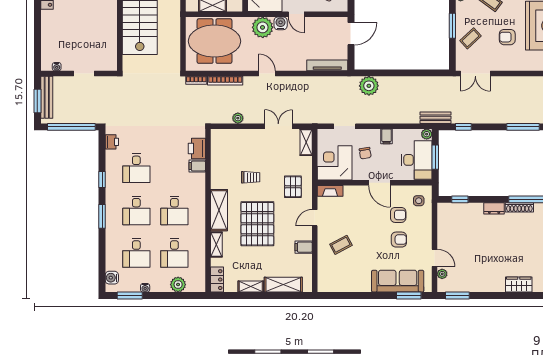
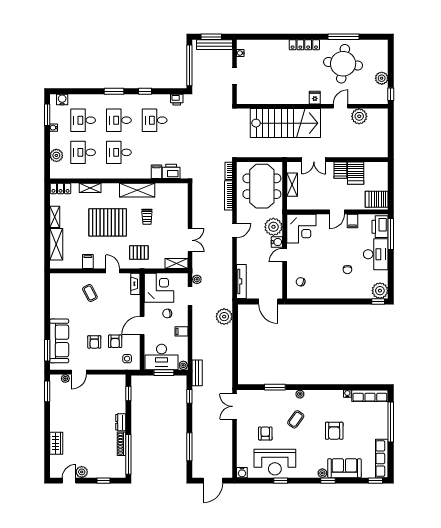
coffee table: (470, 38) -> (264, 402), removed
plant: (238, 118) -> (197, 279), moved
shelving: (219, 210) -> (137, 190), moved

